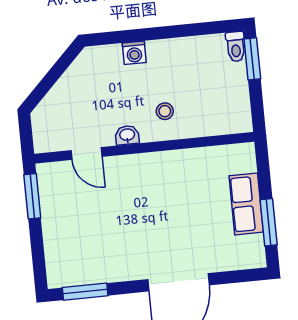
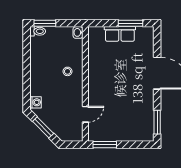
washing machine: (134, 53) -> (36, 102), moved
window: (53, 75) -> (43, 127), added
washbasin: (127, 135) -> (78, 32), moved

